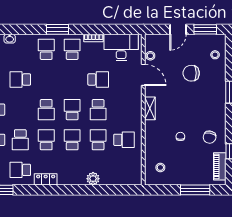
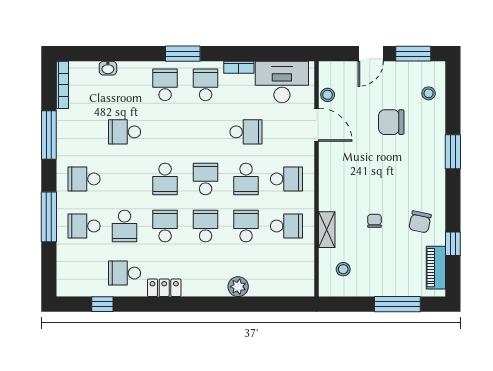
shelving: (150, 108) -> (327, 230), moved
school desk: (124, 110) -> (287, 179), added

